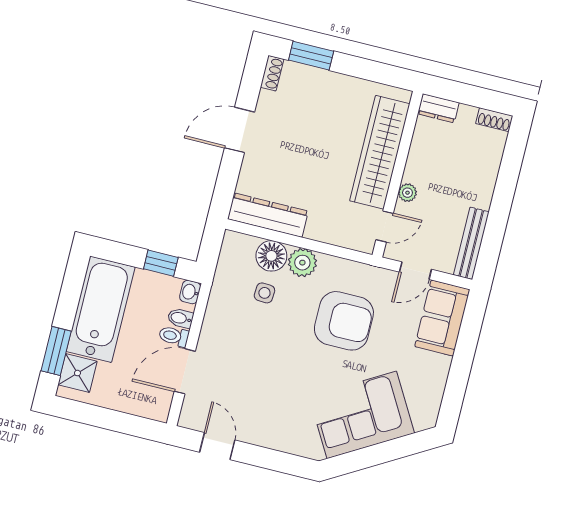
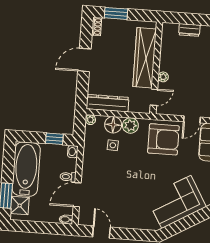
wardrobe: (380, 152) -> (145, 58), moved
wall: (398, 174) -> (156, 68), moved
plant: (407, 193) -> (163, 77), moved
door: (385, 227) -> (154, 97), moved
plant: (232, 240) -> (90, 120), added
bidet: (180, 318) -> (66, 219), moved
armchair: (344, 321) -> (163, 139), moved

